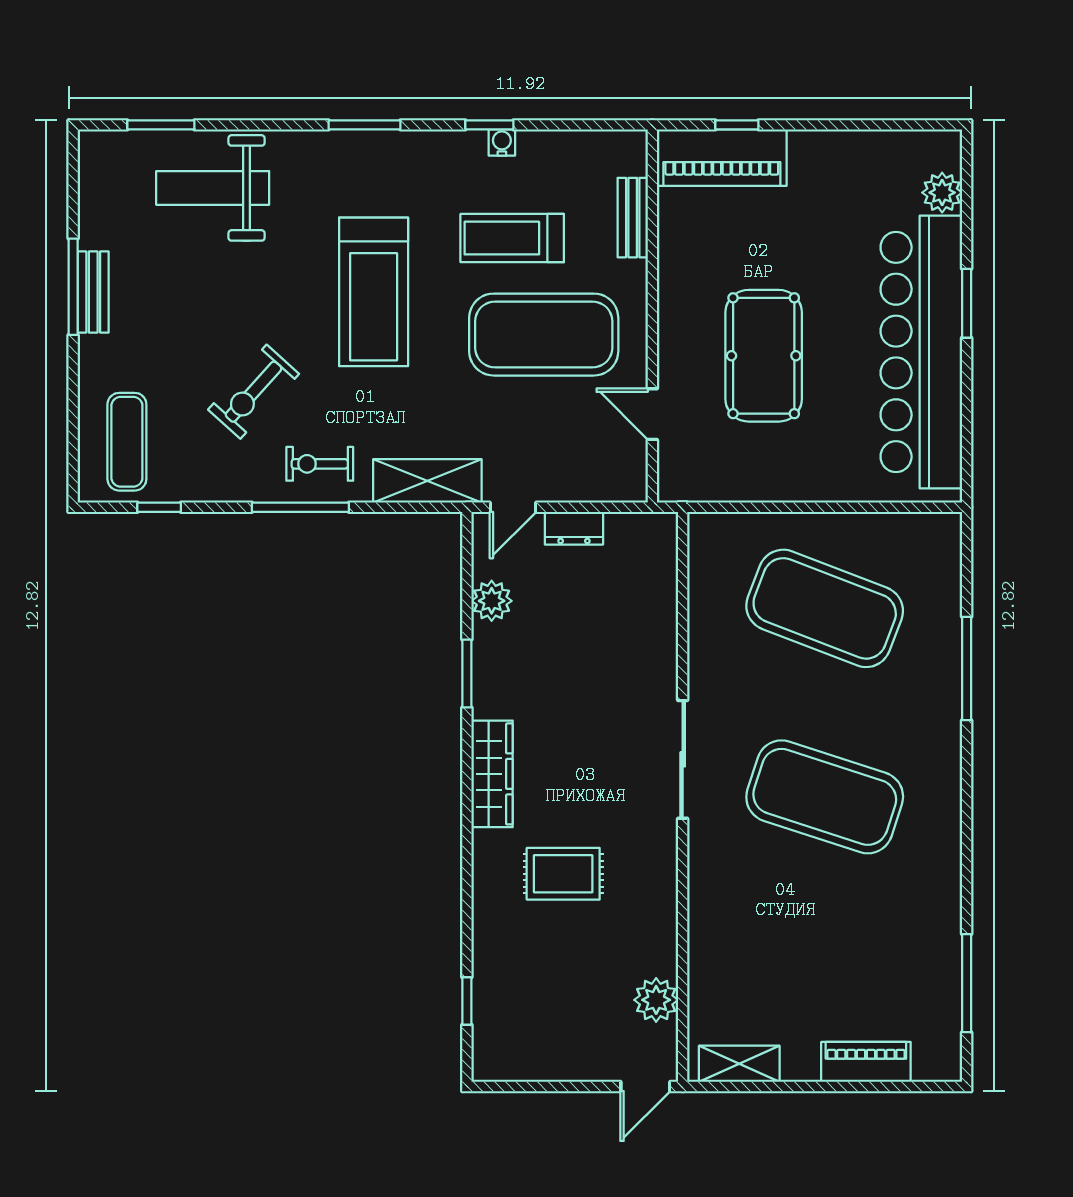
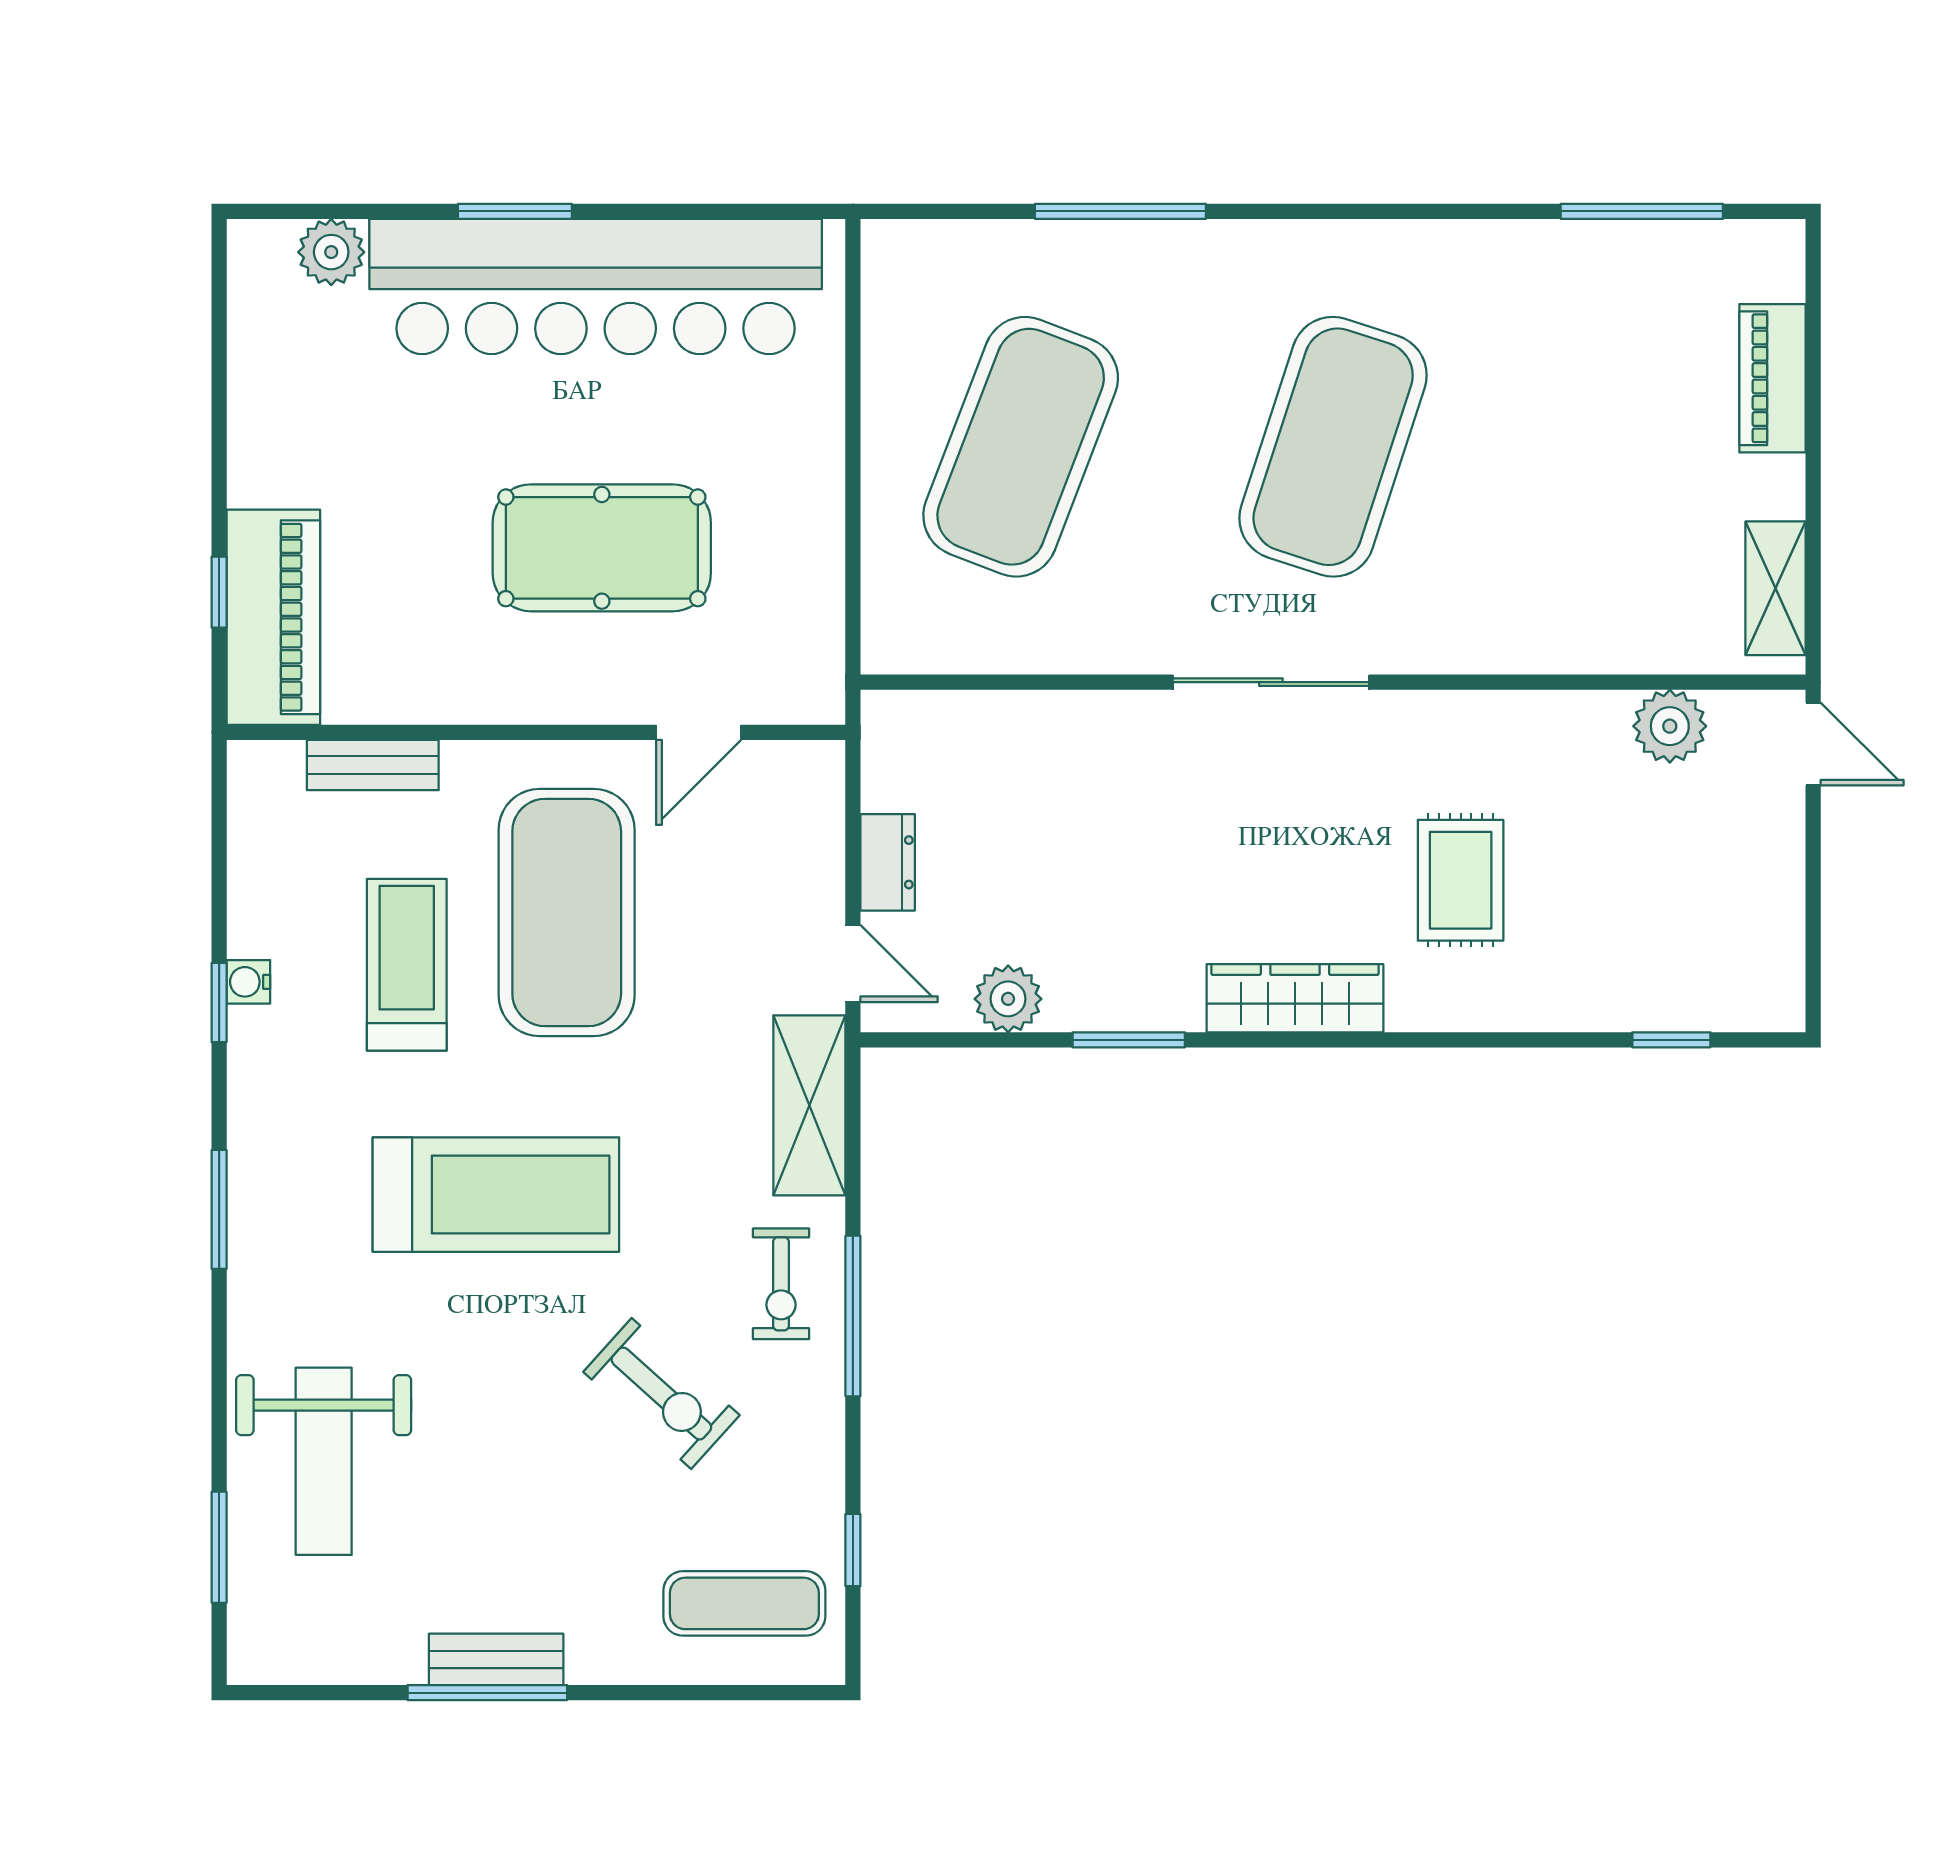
treadmill: (512, 238) -> (407, 965), turned 180

